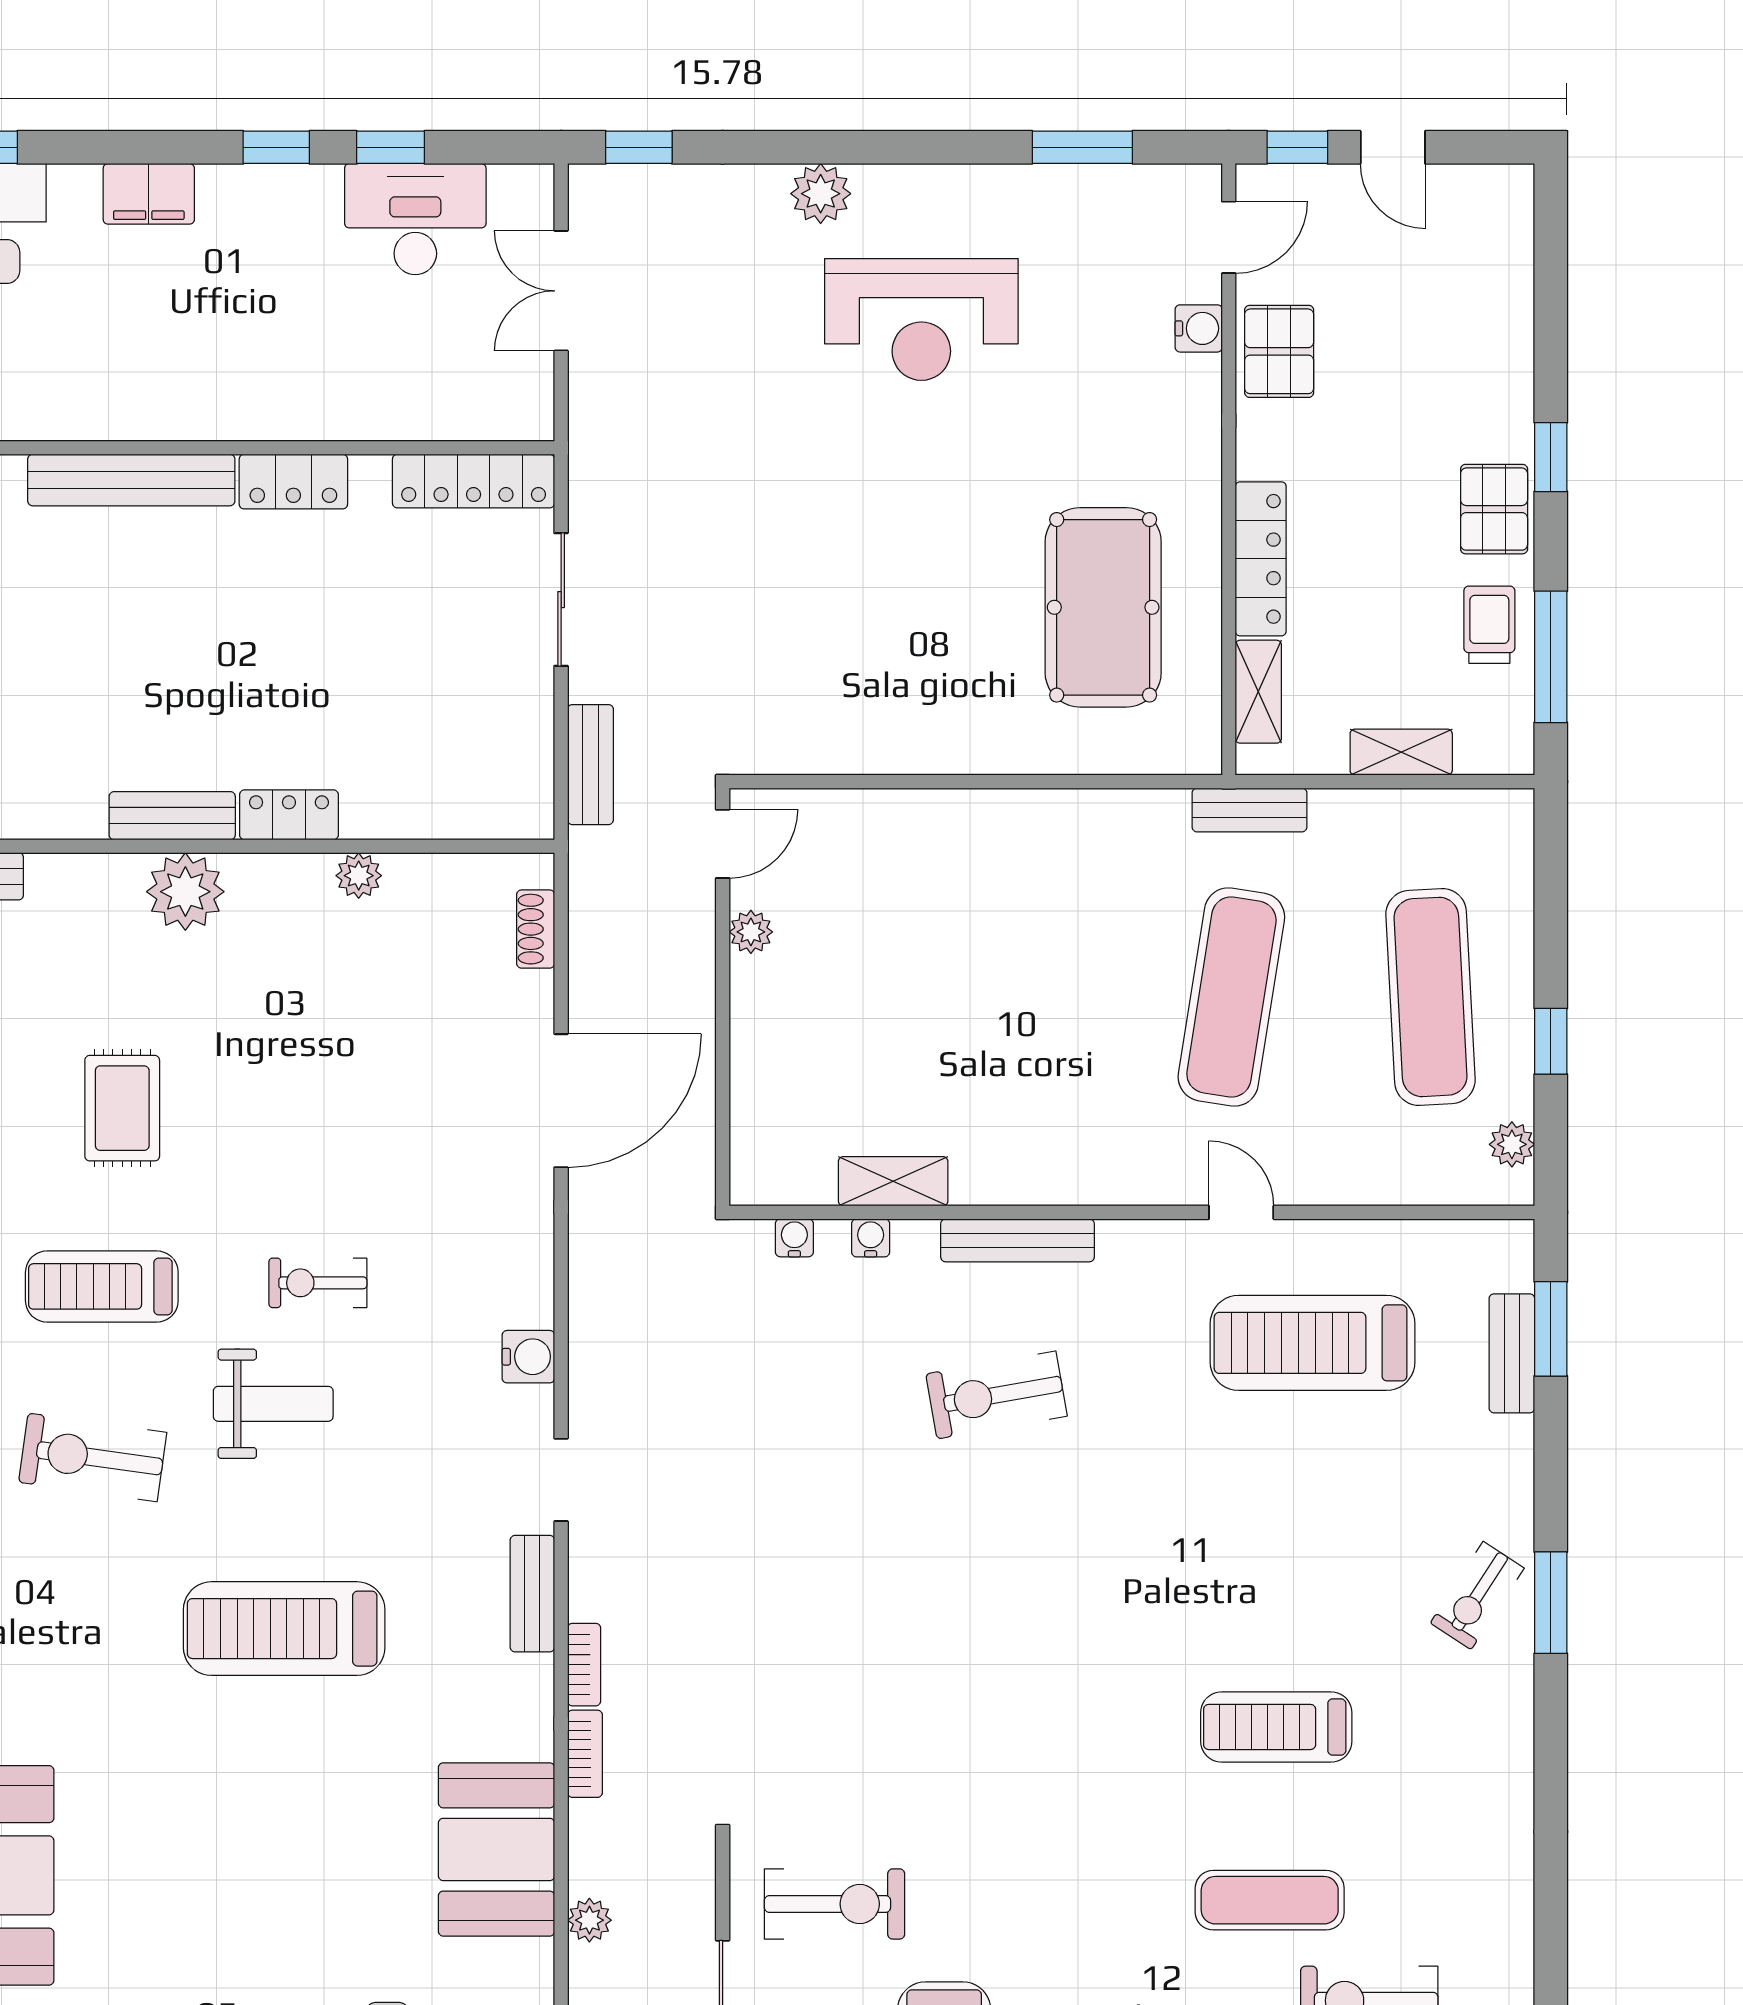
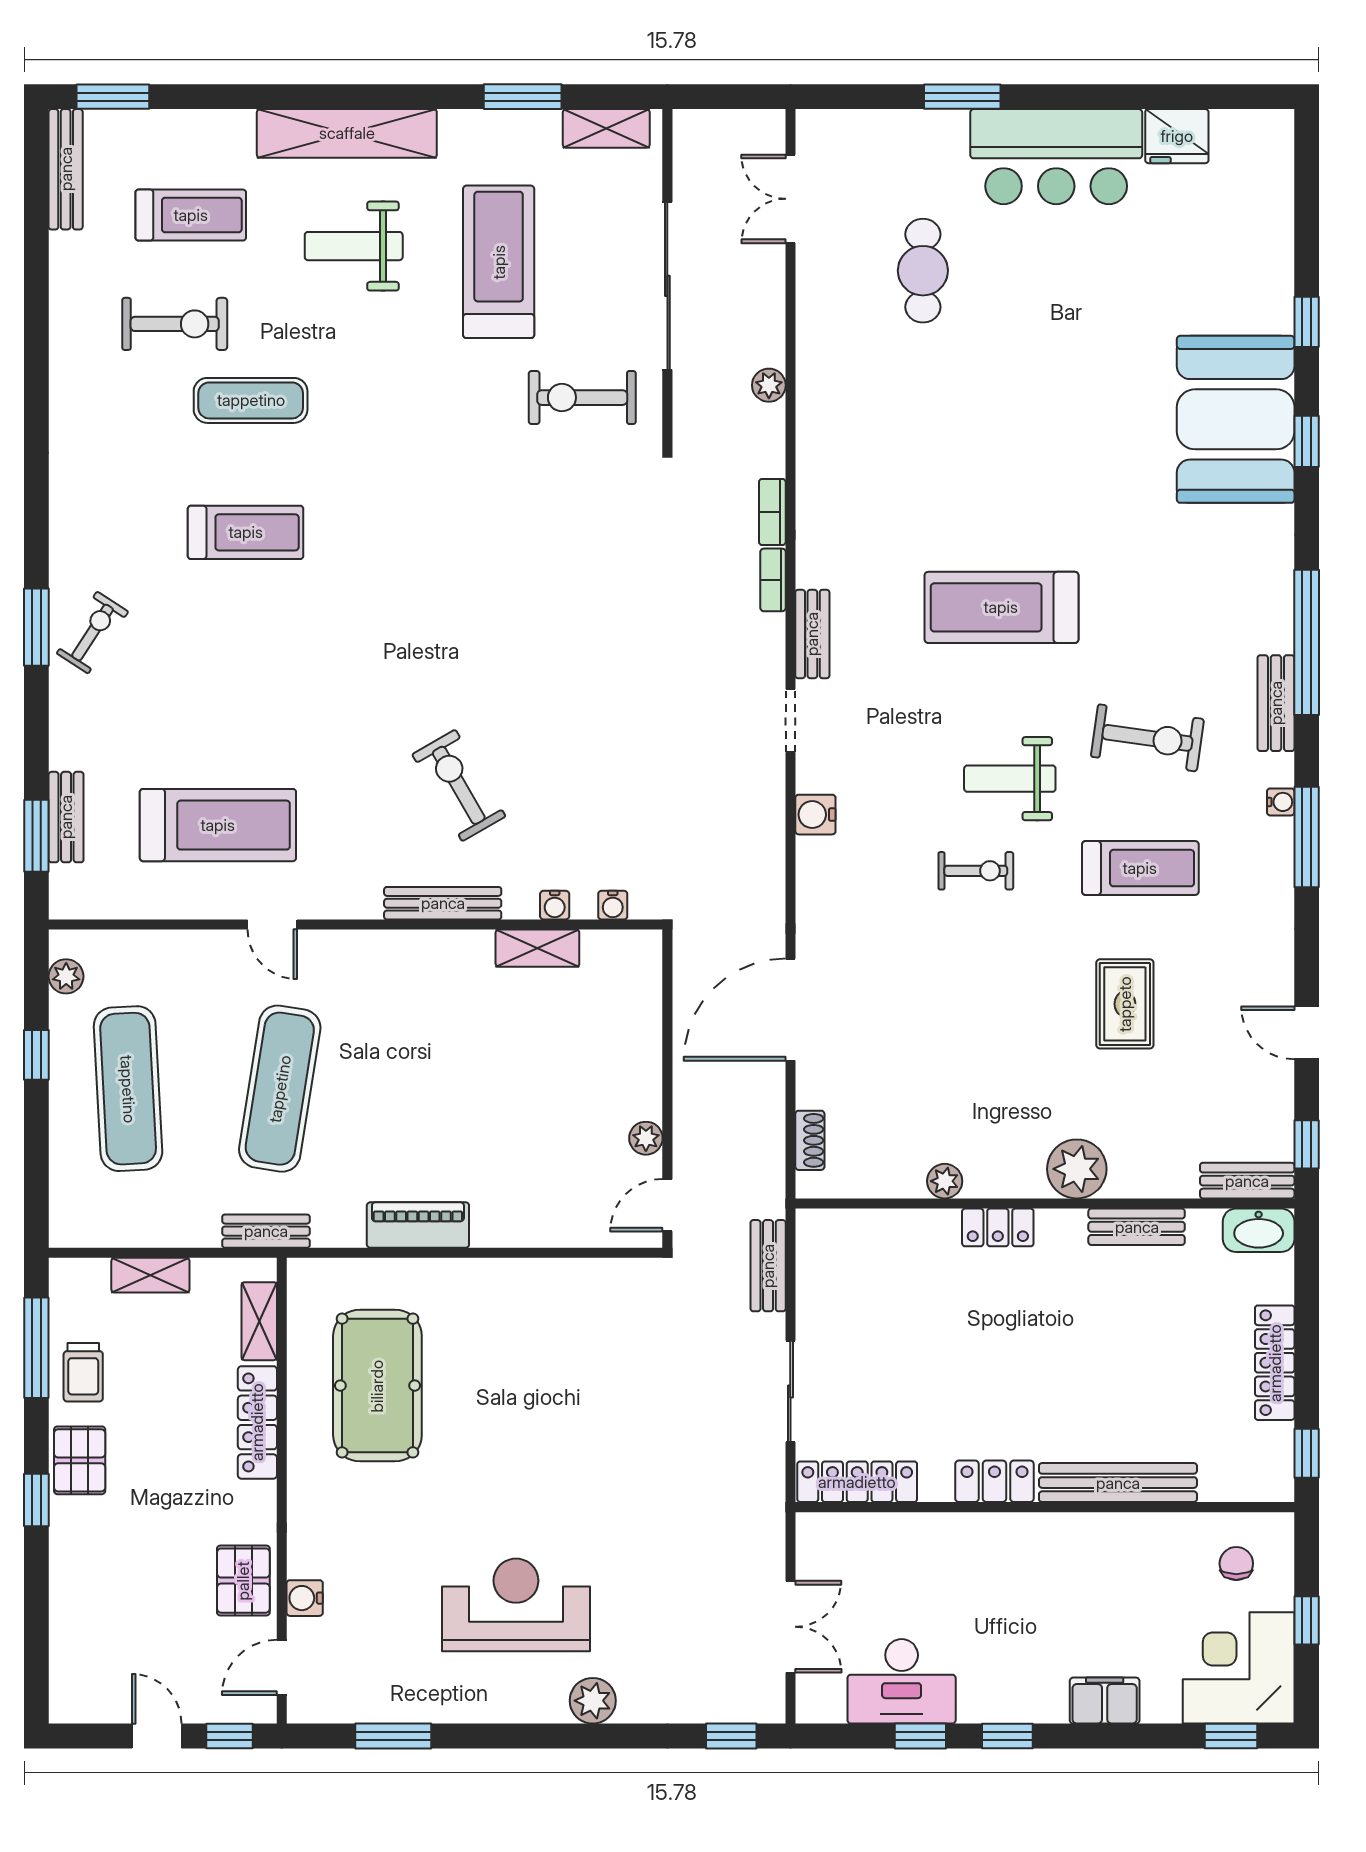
bench: (172, 816) -> (1137, 1227), moved
piano: (1050, 818) -> (418, 1225), added
exercise bike: (996, 1395) -> (459, 785), turned -110
treadmill: (284, 1629) -> (1001, 607), turned 180
booth: (496, 1849) -> (840, 439), removed

